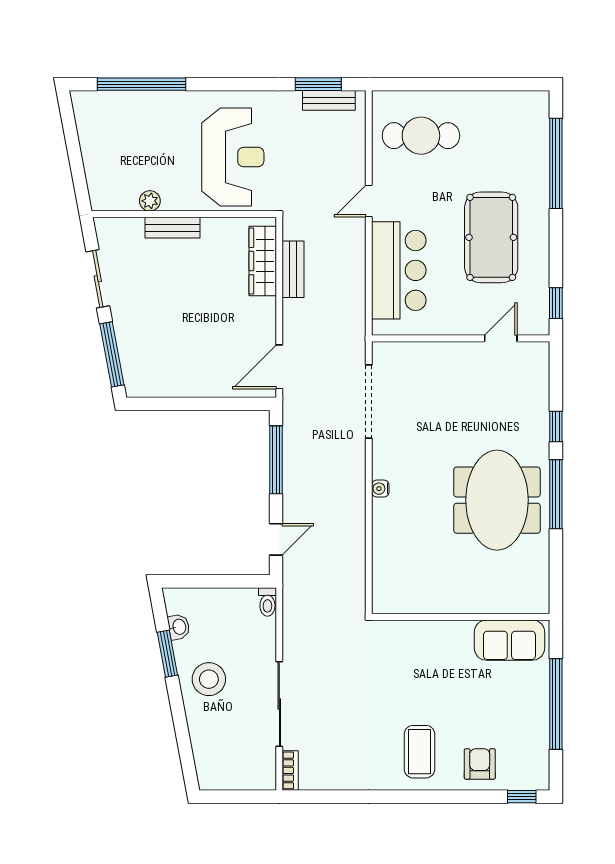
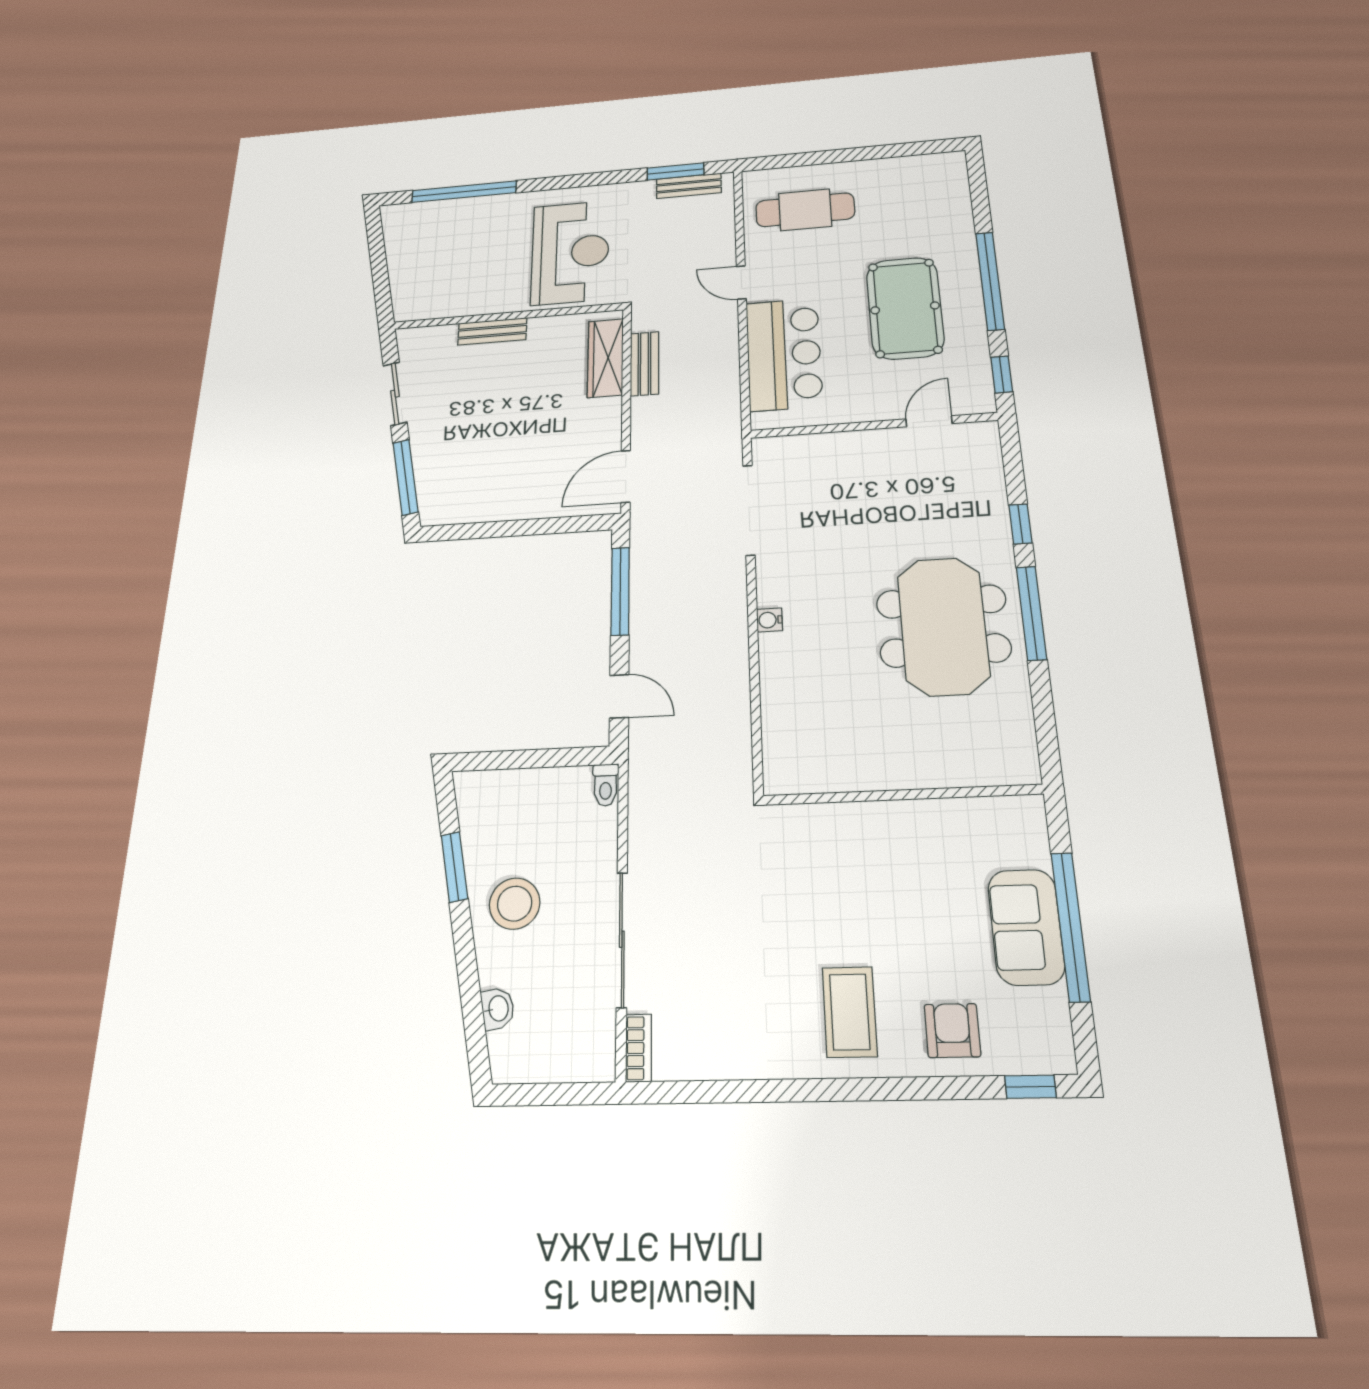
window: (556, 163) -> (990, 281), moved
plant: (150, 201) -> (466, 306), removed
door: (369, 201) -> (741, 282), hinge flipped
door: (276, 539) -> (619, 696), hinge flipped
washbasin: (179, 627) -> (498, 1009), moved
sofa: (509, 640) -> (1026, 927), moved, turned 90

